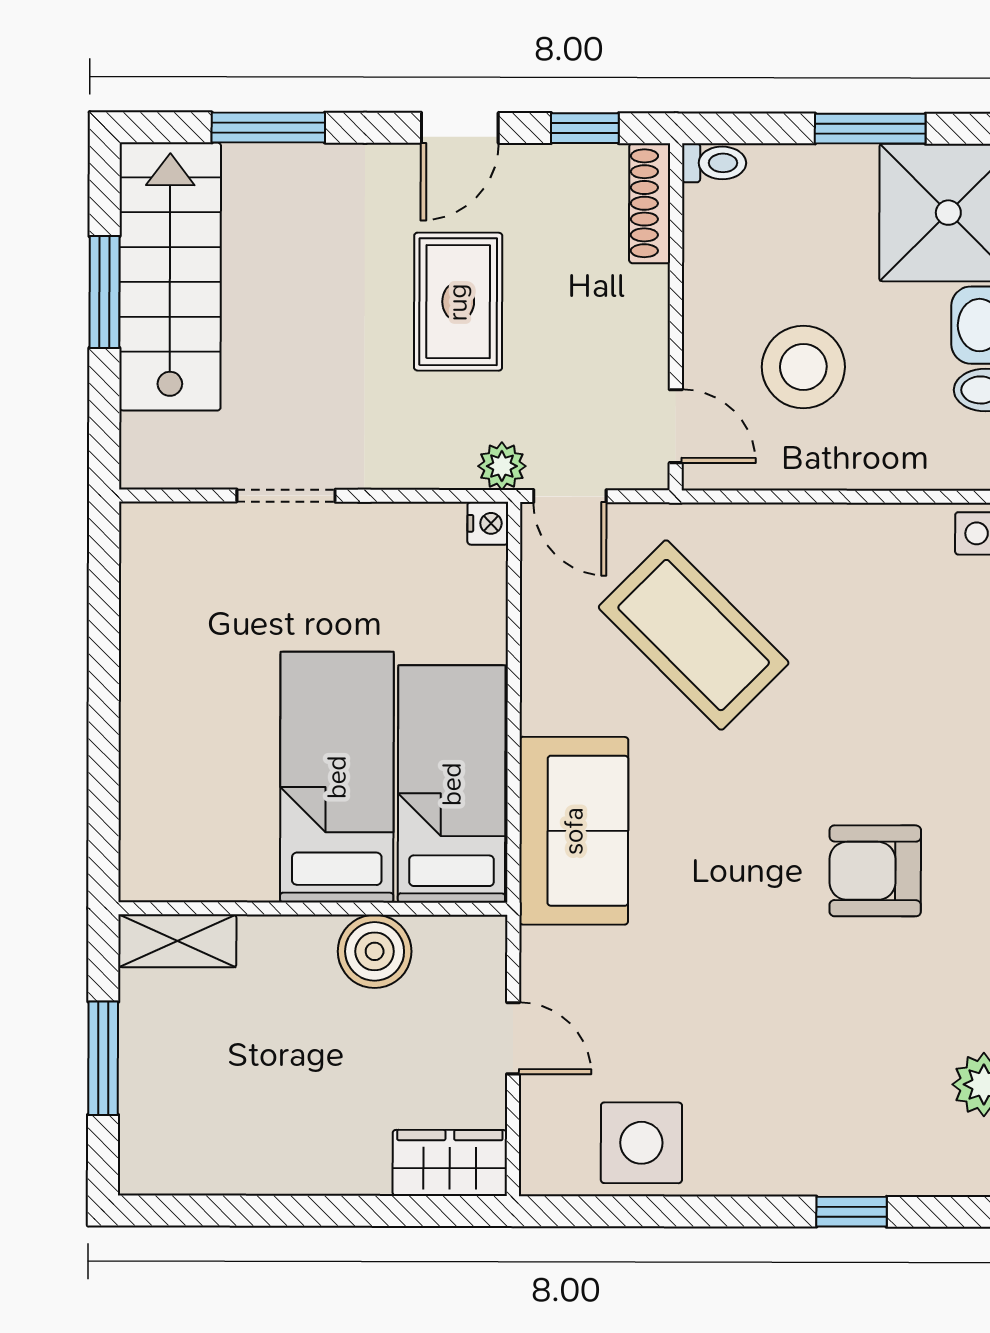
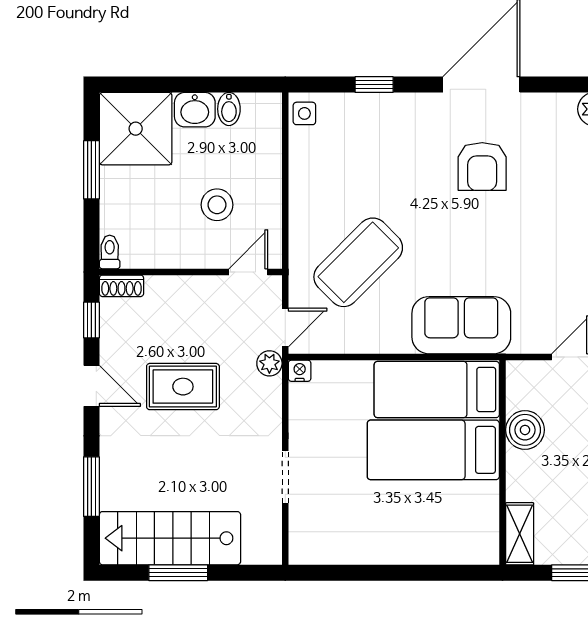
shoe rack: (650, 203) -> (122, 286), width x0.70
stool: (803, 367) -> (217, 205), width x0.73, depth x0.73

